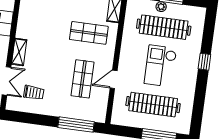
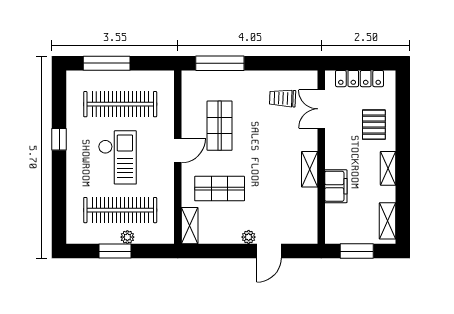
shelving: (19, 52) -> (310, 169), moved
window: (204, 62) -> (59, 139), moved
door: (114, 79) -> (178, 151), moved

